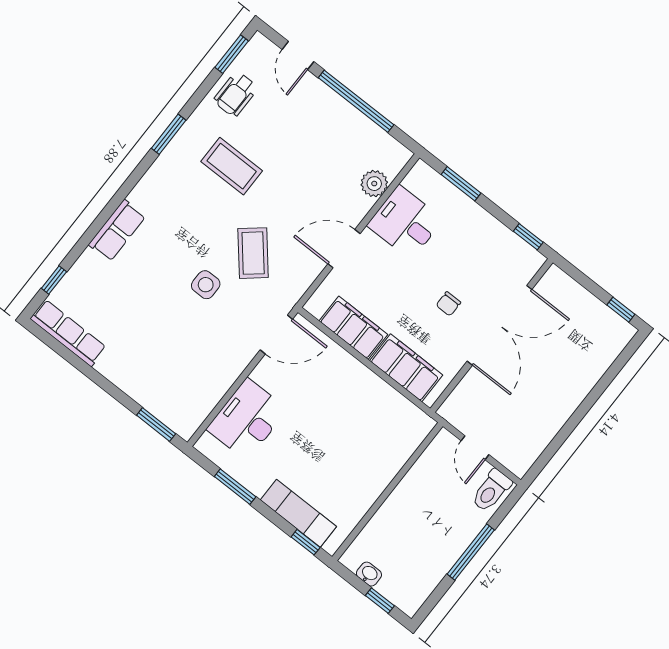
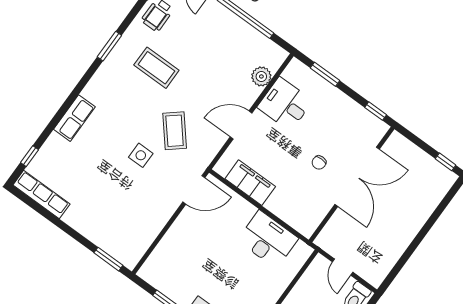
filing cabinet: (406, 368) -> (290, 211), removed
desk: (247, 419) -> (268, 239), moved, turned 90

